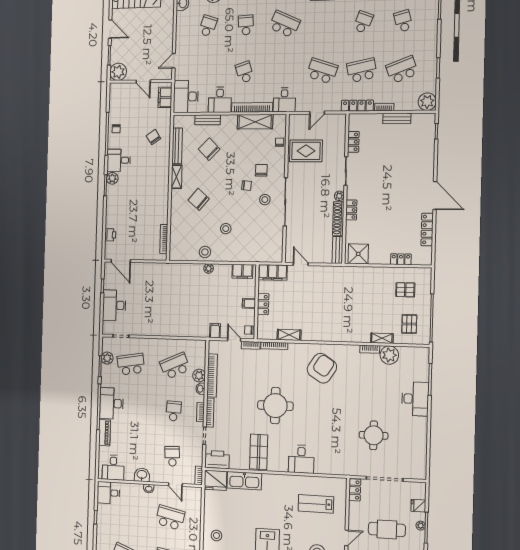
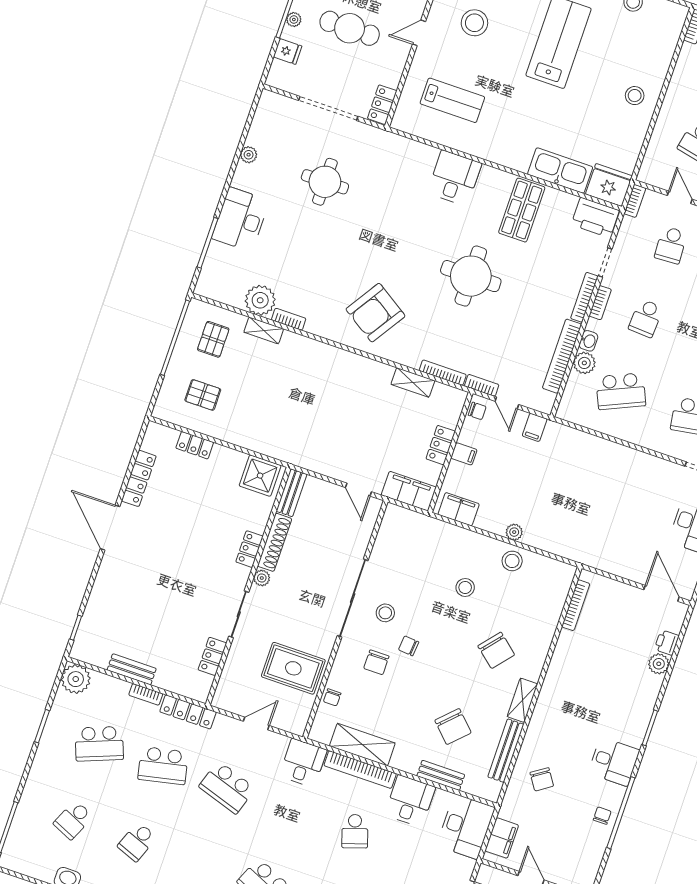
school desk: (403, 21) -> (73, 820), turned 39
plant: (112, 178) -> (659, 664), moved
plant: (422, 438) -> (249, 155), added

